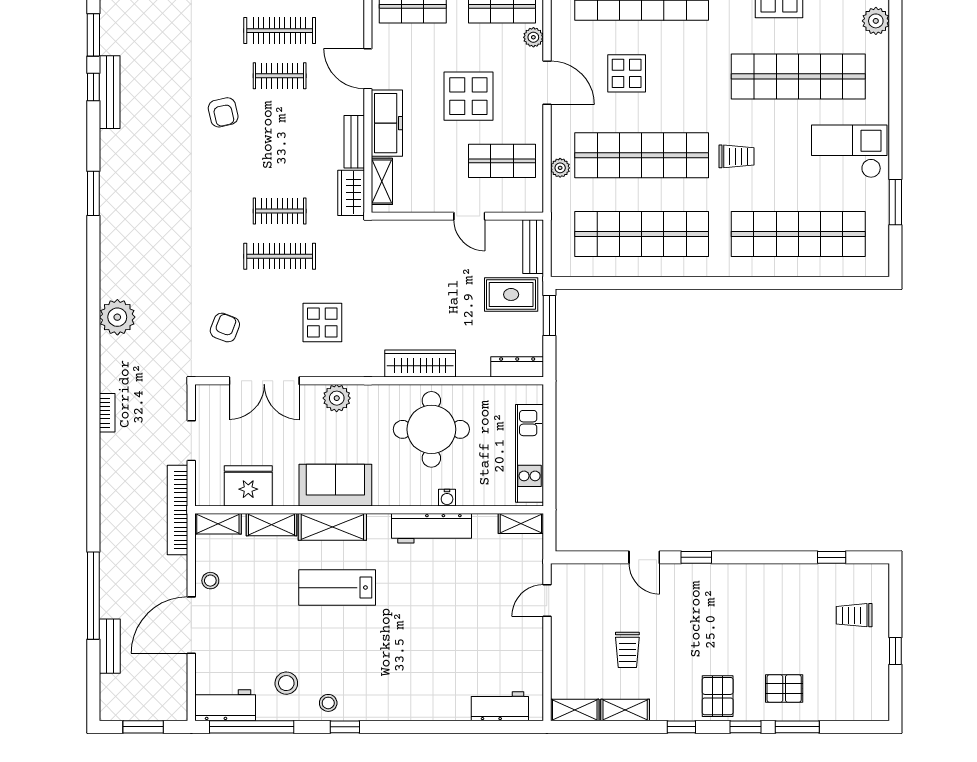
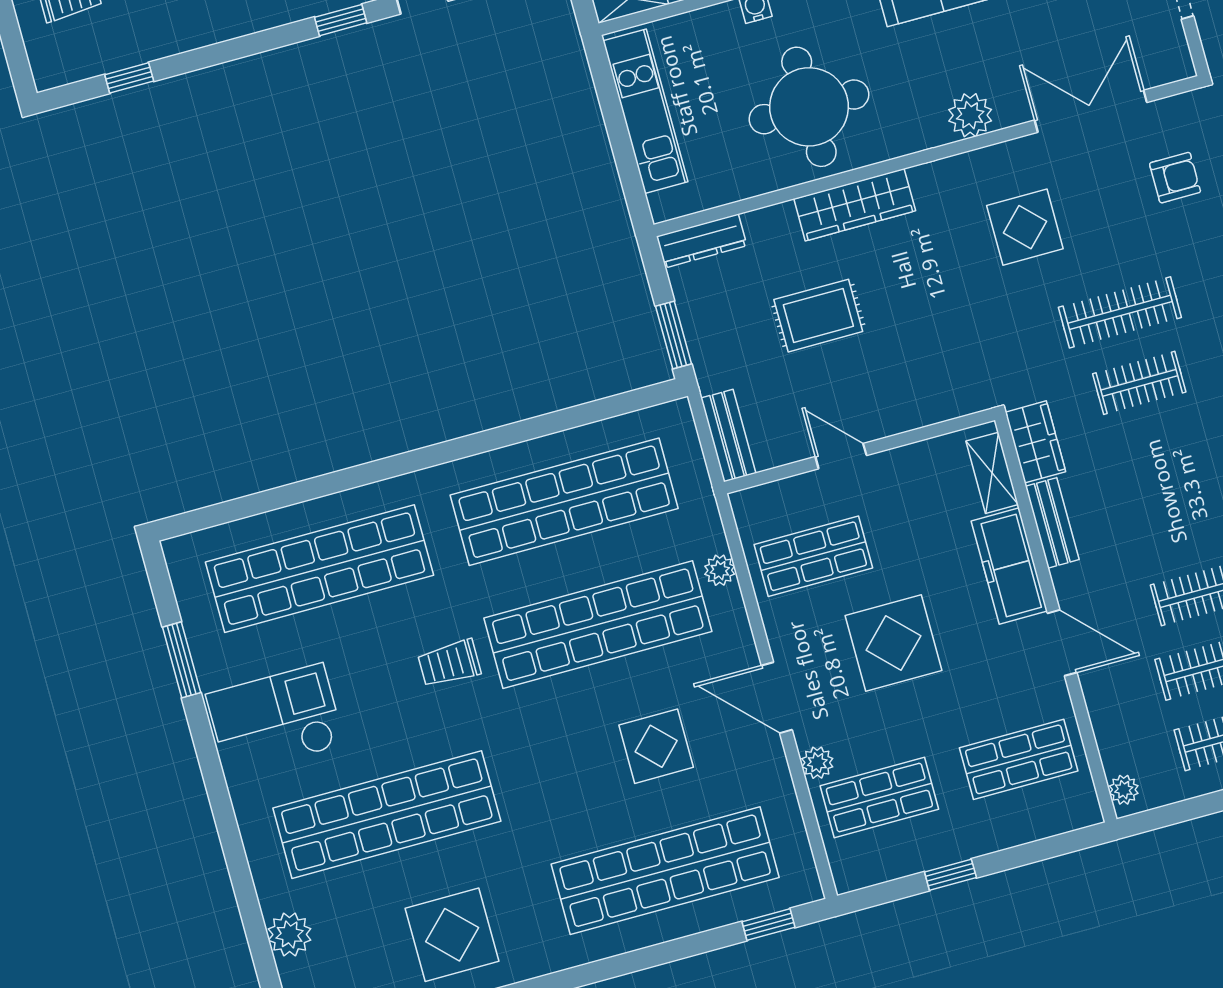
checkout: (849, 151) -> (275, 719), turned 180
rug: (511, 294) -> (818, 316), moved
armchair: (225, 328) -> (1175, 178), turned -111

